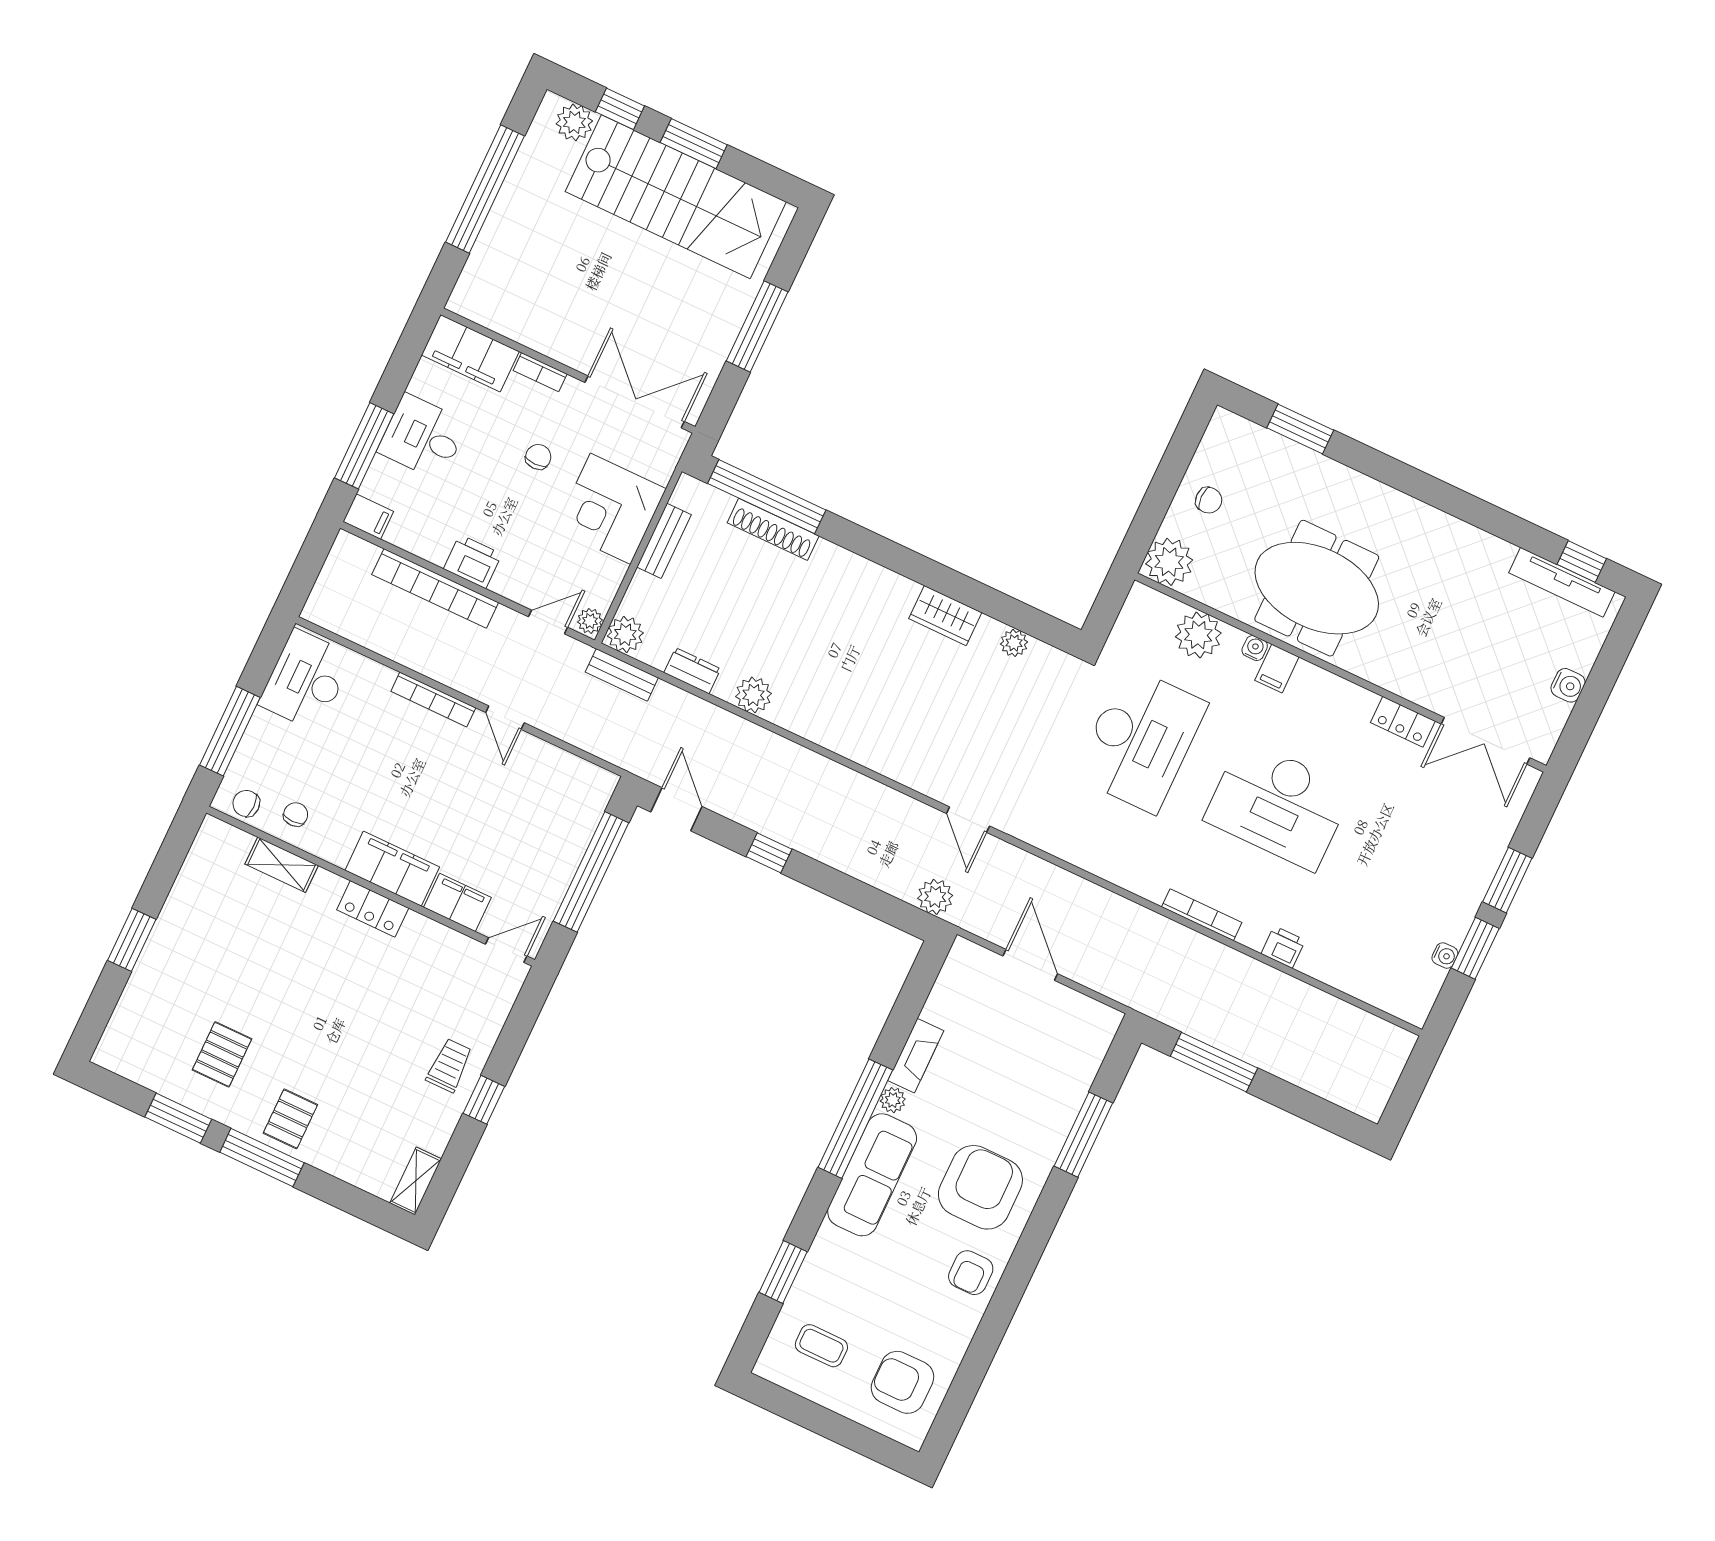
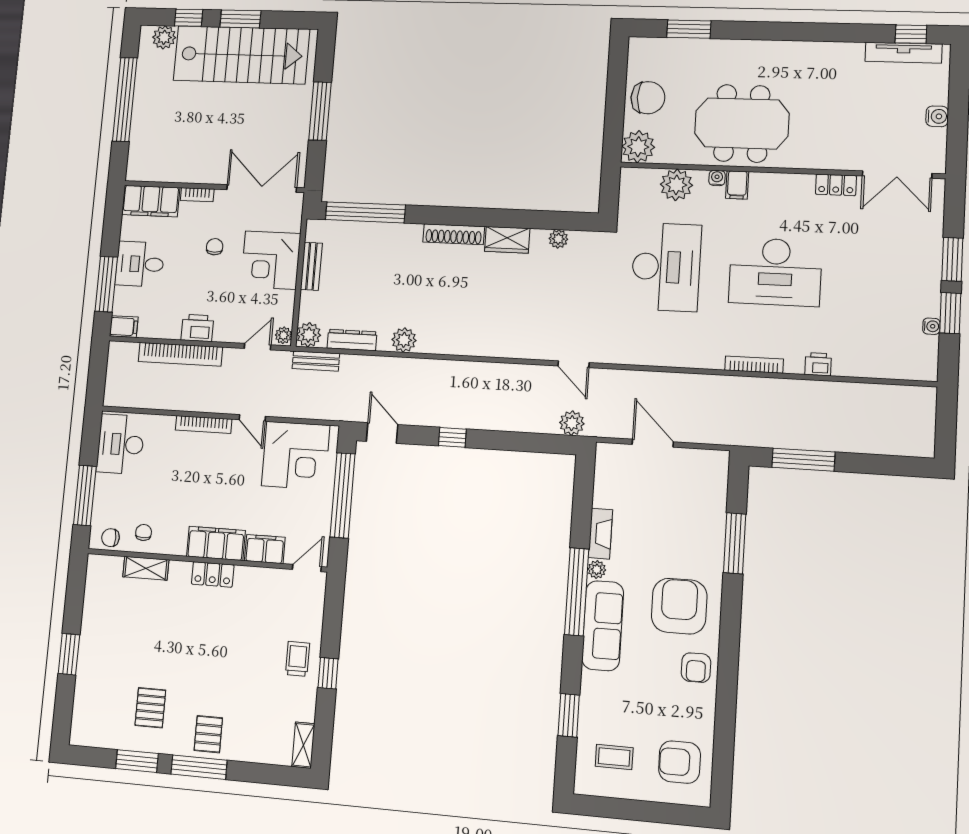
chair: (1209, 500) -> (648, 98), width x1.87, depth x1.87
shoe rack: (773, 529) -> (454, 234), moved
dresser: (692, 671) -> (352, 340), width x1.44
corner desk: (546, 793) -> (296, 456), added

